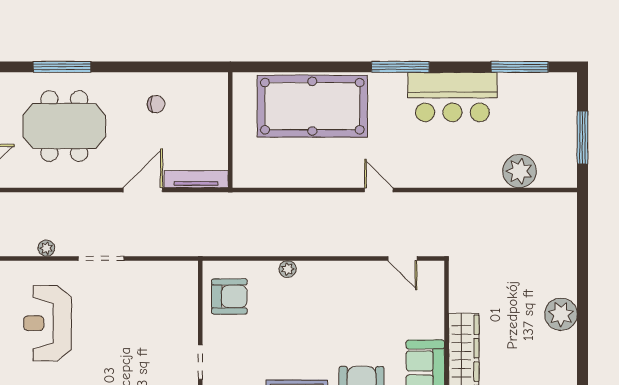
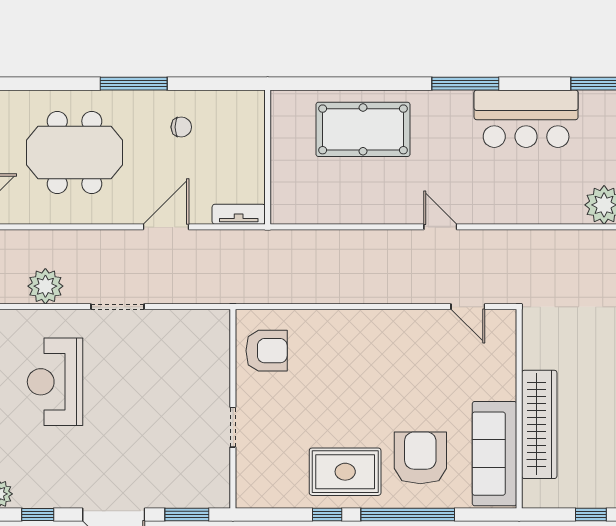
window: (62, 67) -> (134, 84), moved
pool table: (312, 106) -> (363, 129), width x0.73, depth x0.76
tv unit: (196, 179) -> (239, 214), width x0.71
plant: (46, 248) -> (45, 286), width x1.87, depth x1.87
plant: (288, 269) -> (334, 319), removed

